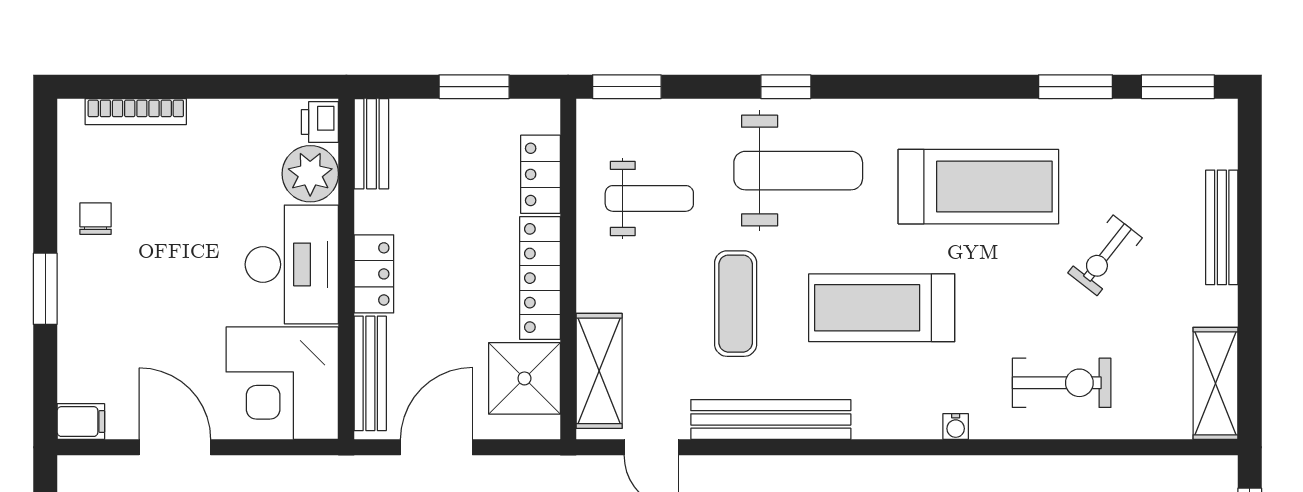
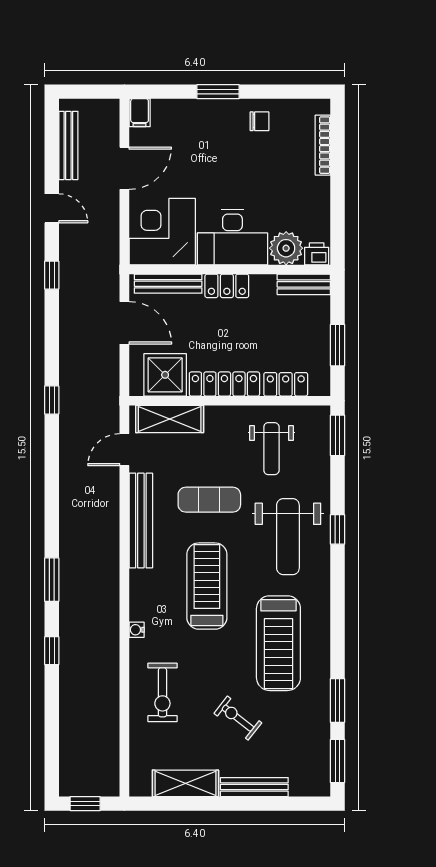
shelving: (1215, 383) -> (185, 783), moved

